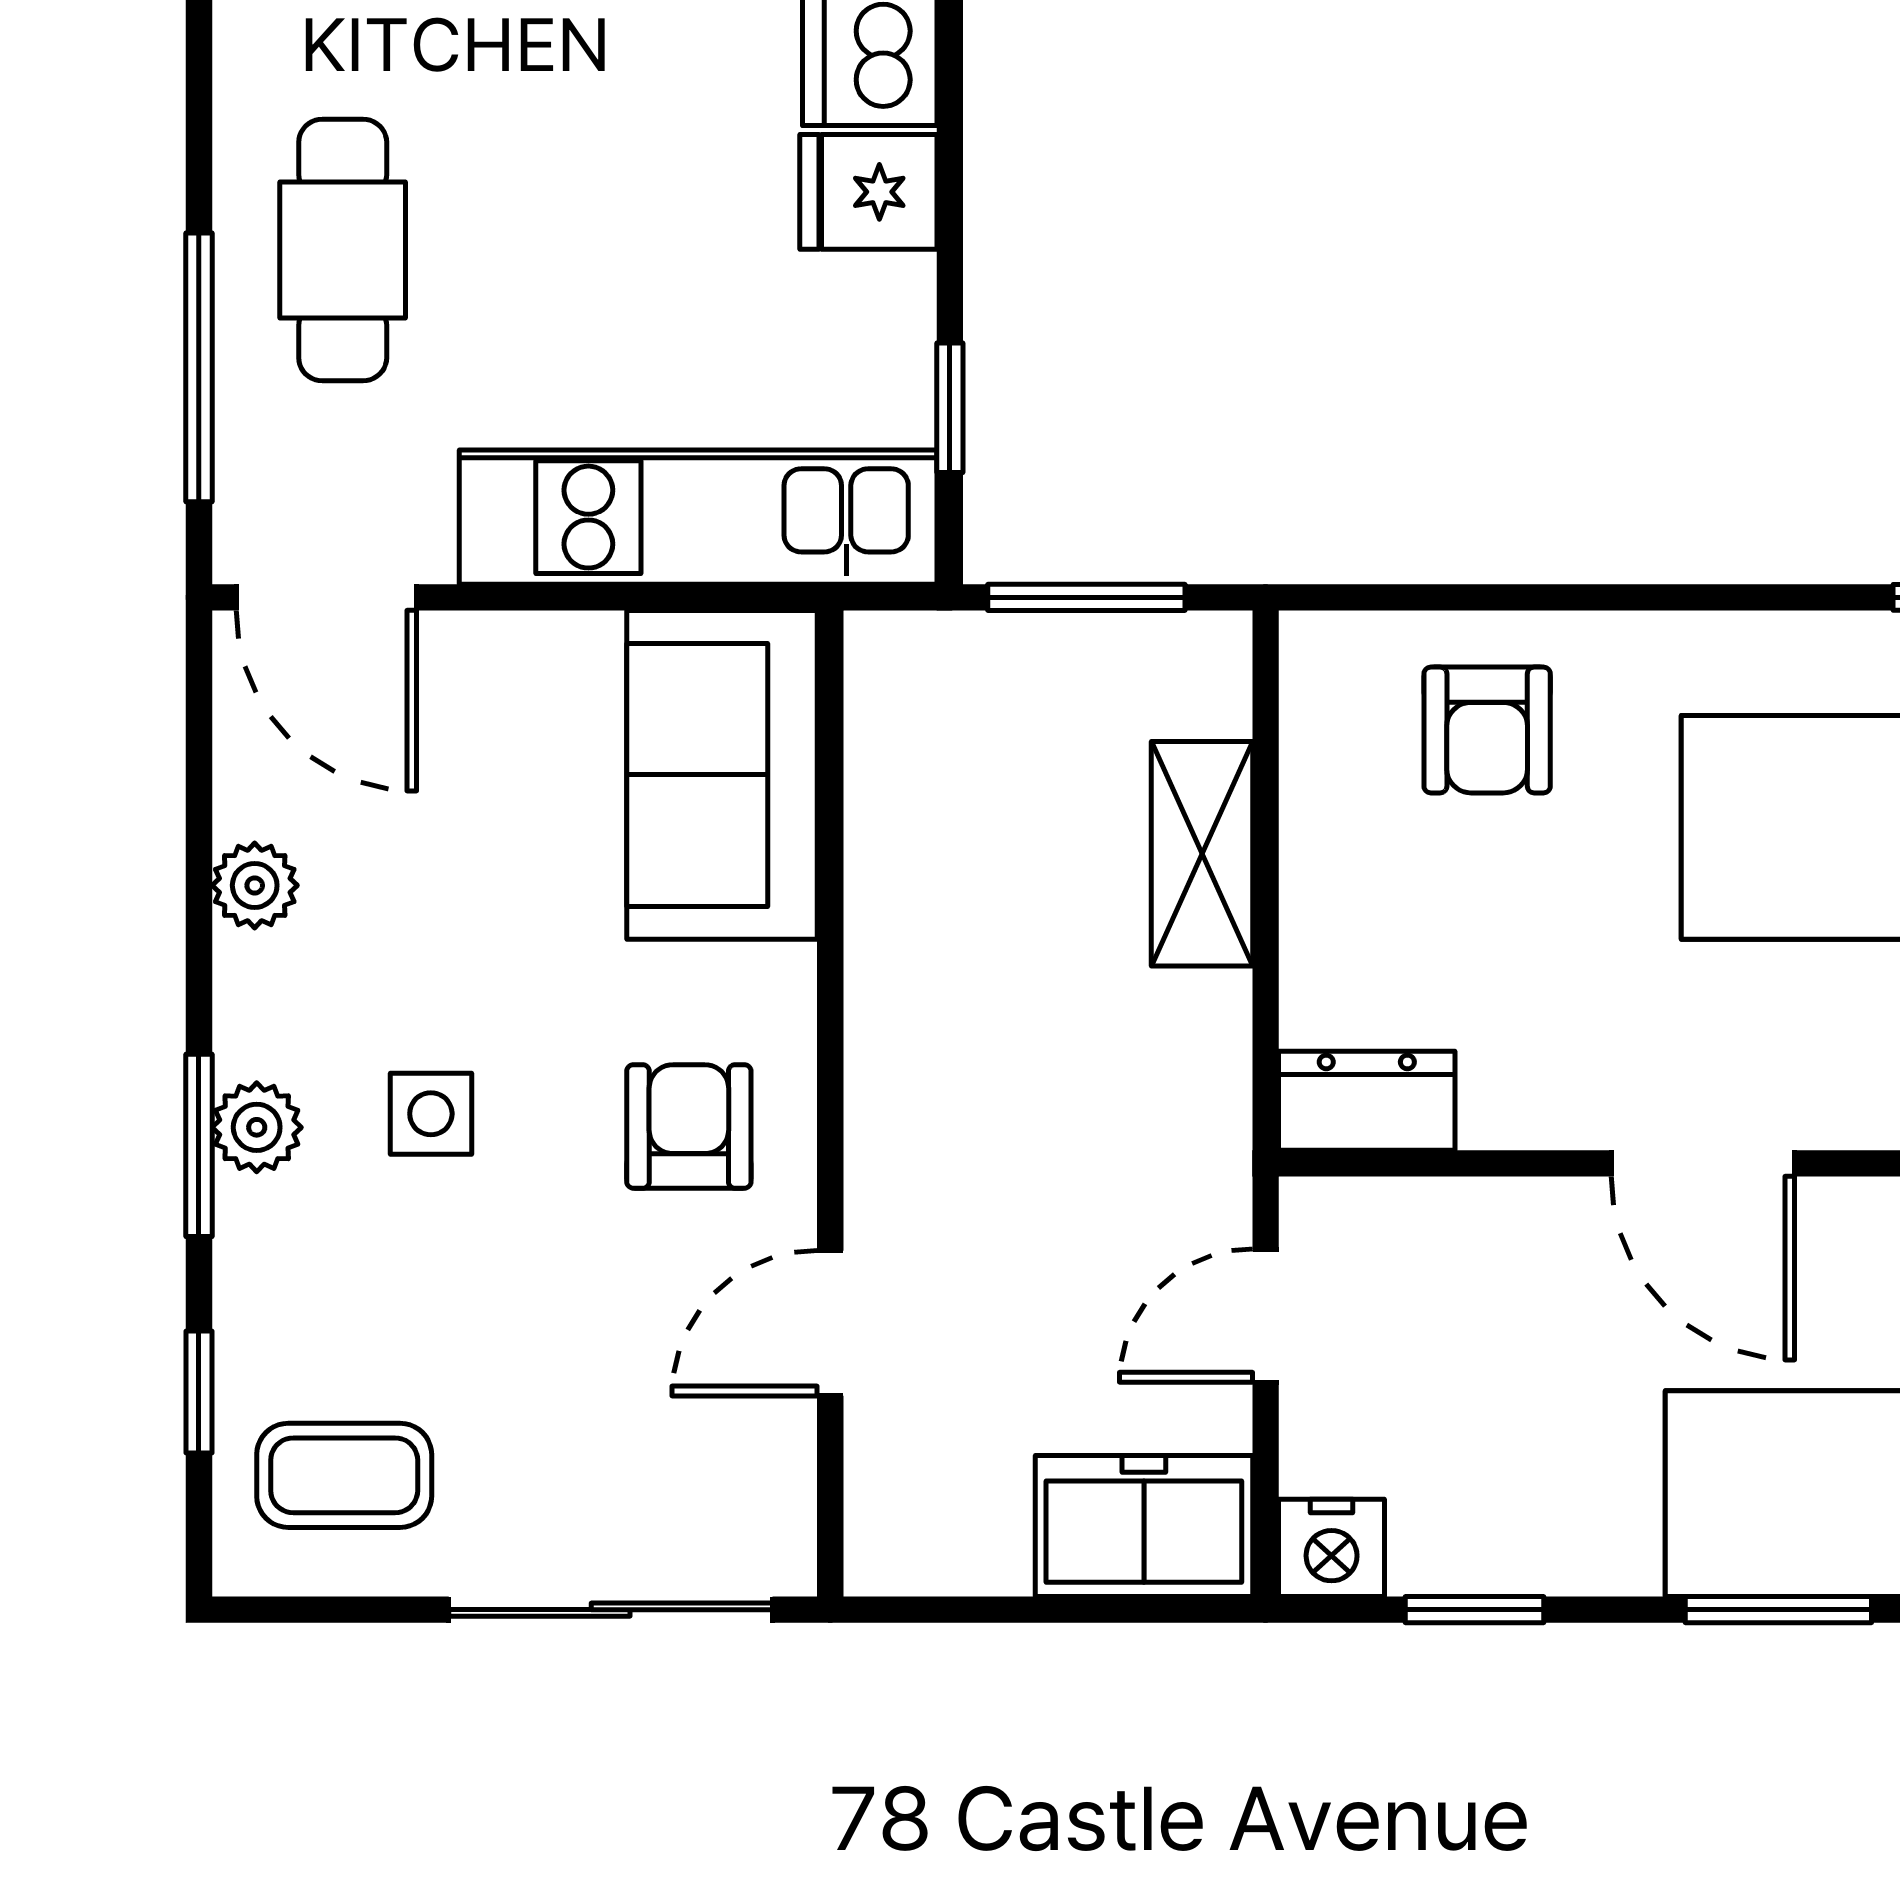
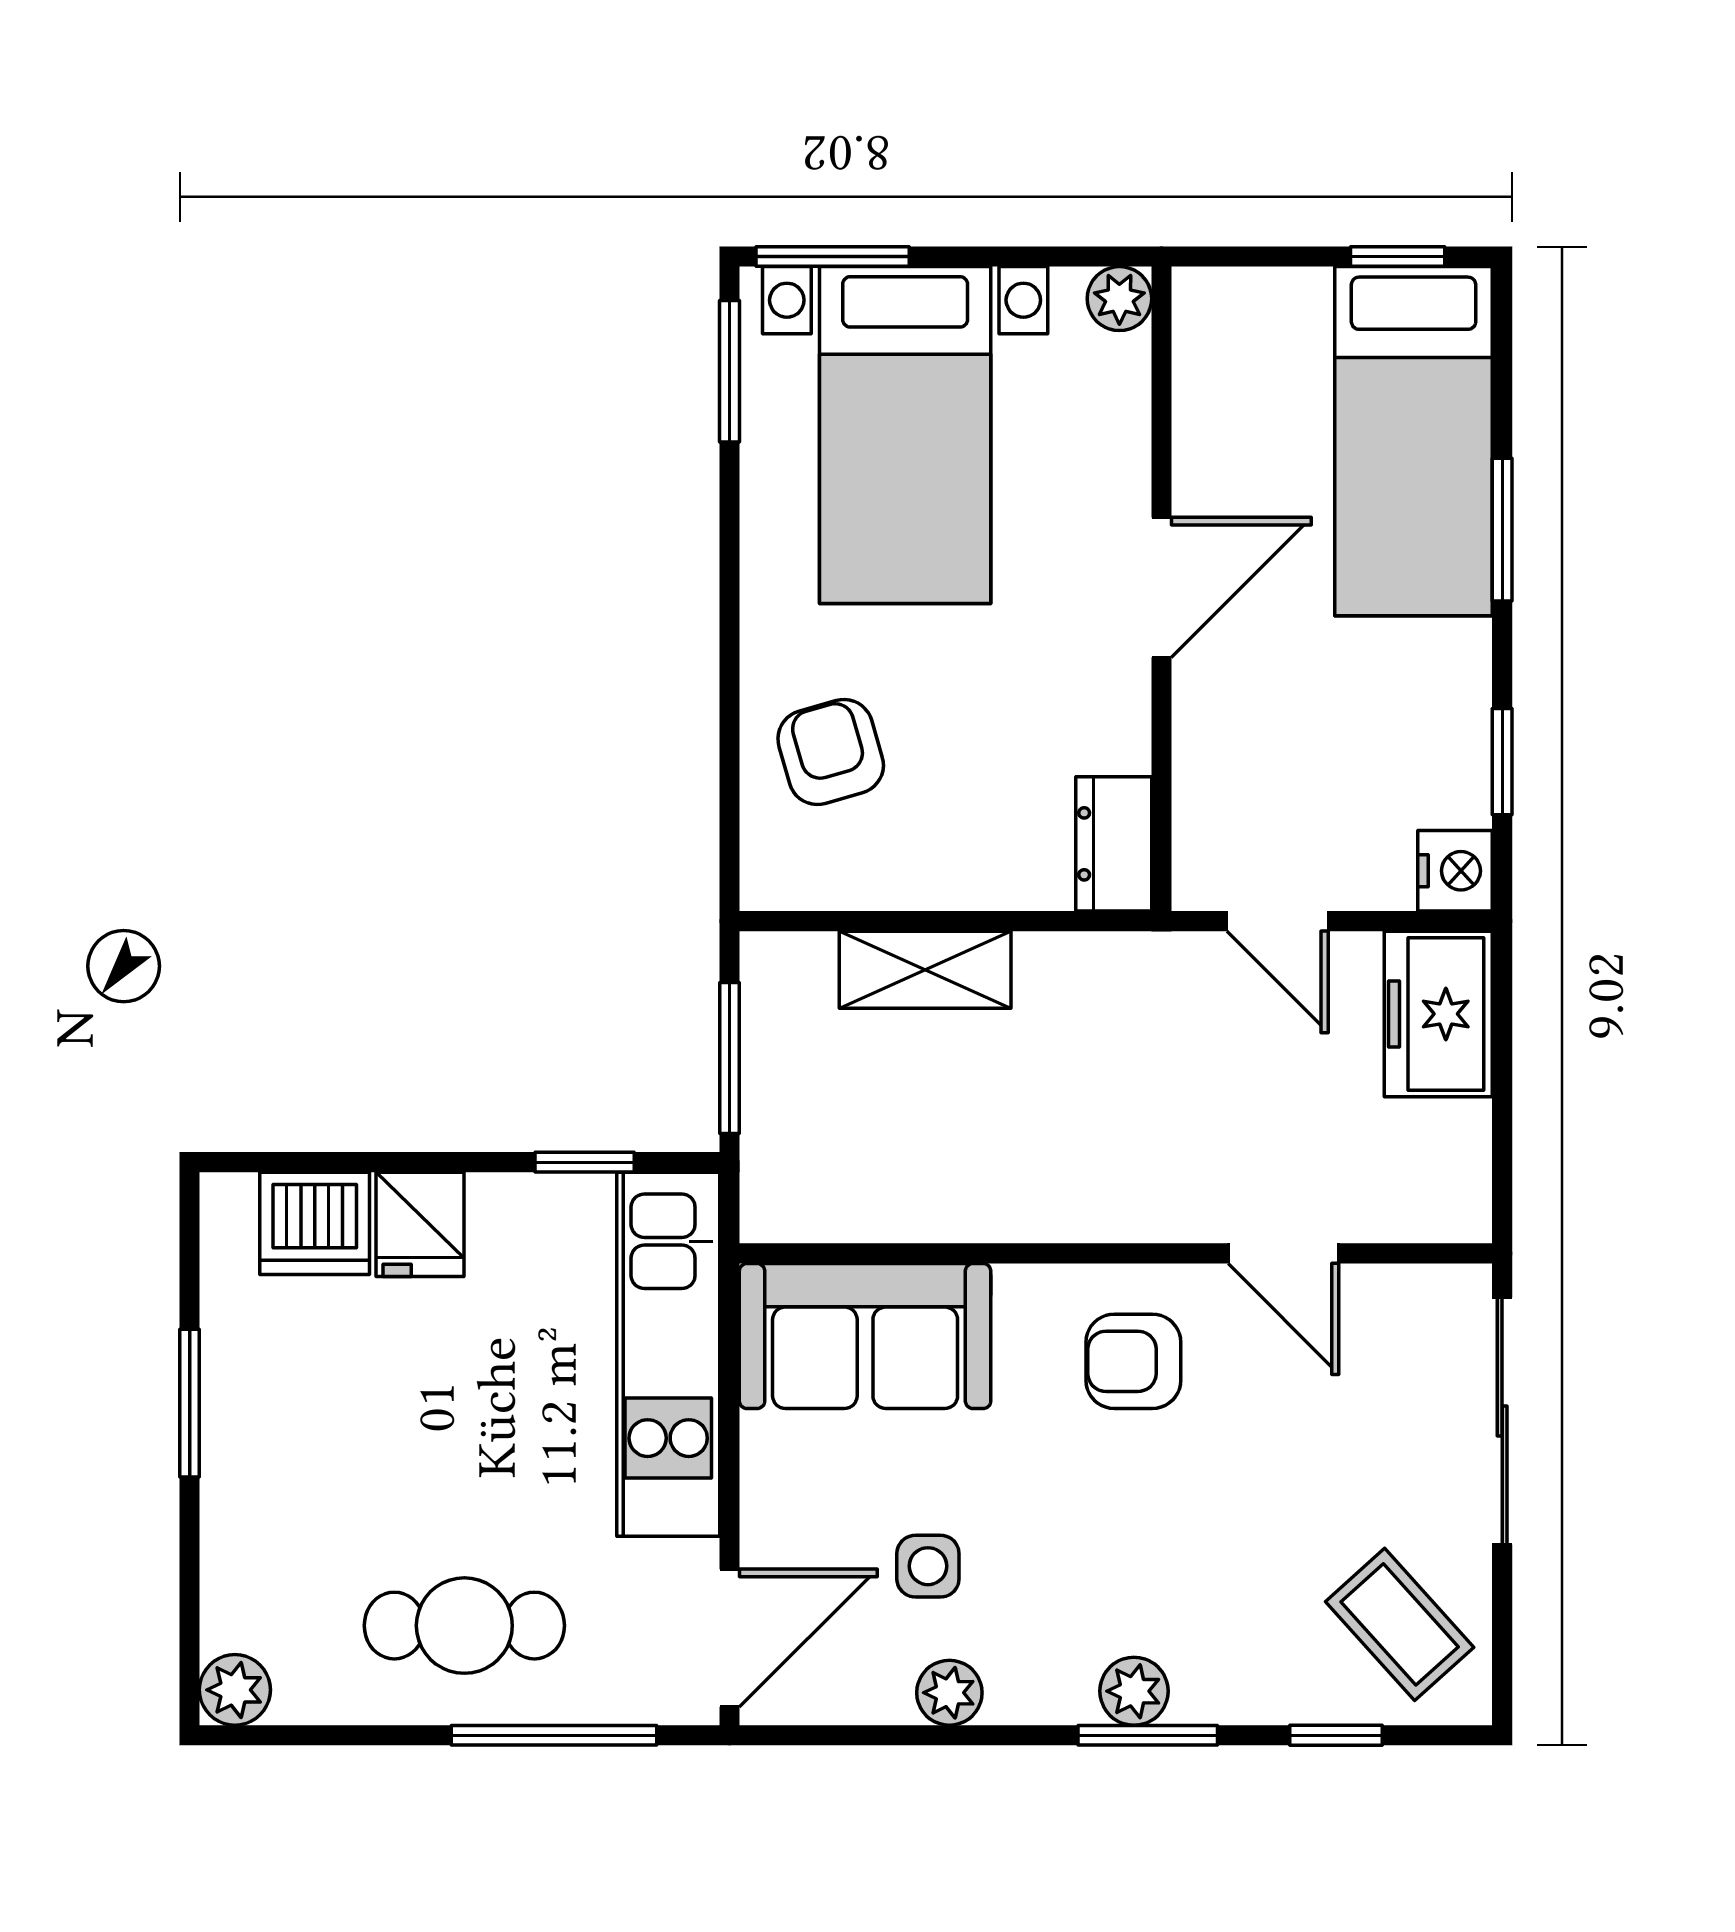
armchair: (1487, 730) -> (831, 752), turned -106
side table: (431, 1114) -> (928, 1566), moved
coffee table: (344, 1475) -> (1400, 1624), turned -42

